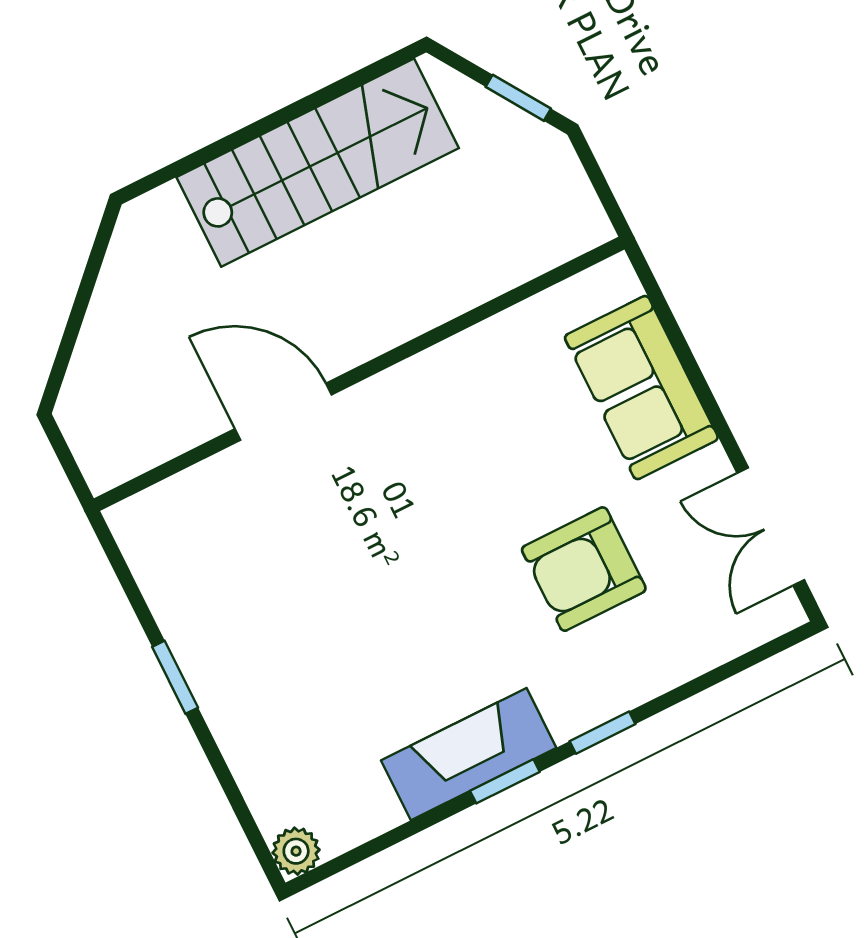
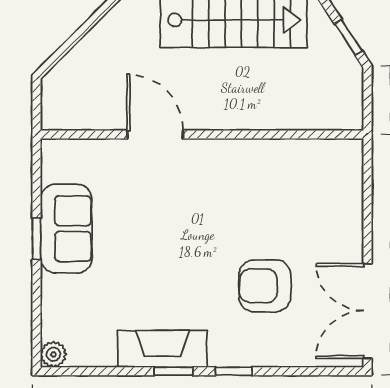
sofa: (641, 388) -> (66, 229), moved, turned 180
double door: (771, 527) -> (367, 311), width x1.37

